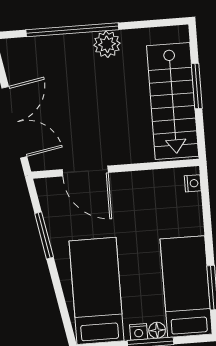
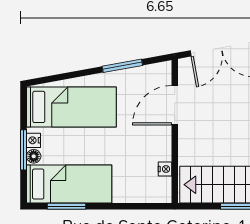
nightstand: (193, 183) -> (165, 169), moved, turned -90

